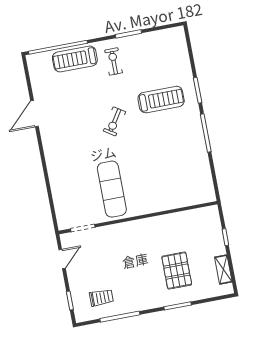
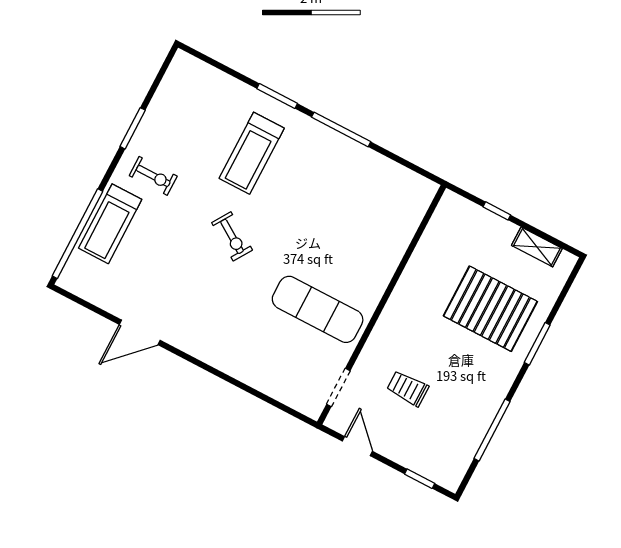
exercise bike: (114, 61) -> (153, 176), turned 180
treadmill: (161, 100) -> (252, 153), turned 180
door: (35, 114) -> (140, 332), hinge flipped
pallet: (177, 271) -> (490, 309), width x1.37, depth x1.41
trolley: (101, 298) -> (408, 388), moved, turned -90

